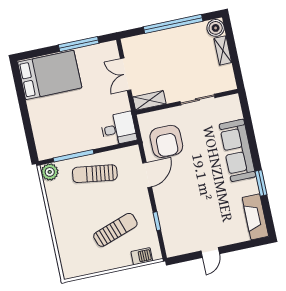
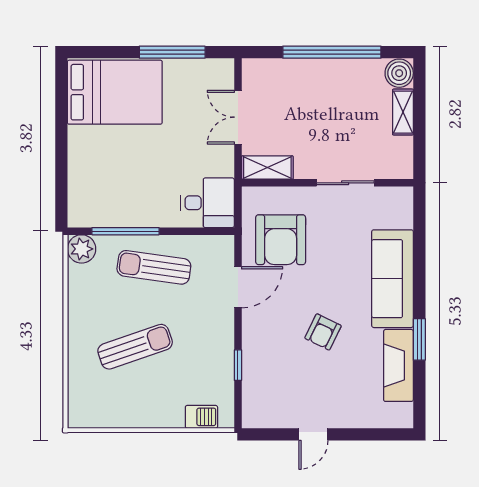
armchair: (203, 191) -> (323, 332), added
fireplace: (255, 217) -> (398, 365), moved
sun lounger: (115, 230) -> (135, 347), moved

